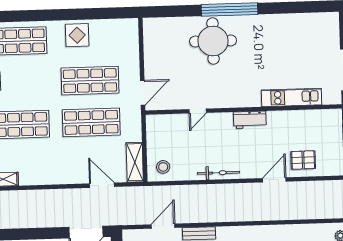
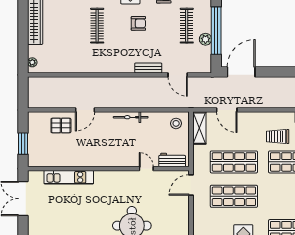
door: (198, 111) -> (146, 169), hinge flipped
workbench: (250, 120) -> (172, 160), moved
trolley: (39, 155) -> (278, 137), added
door: (163, 226) -> (178, 75), hinge flipped

